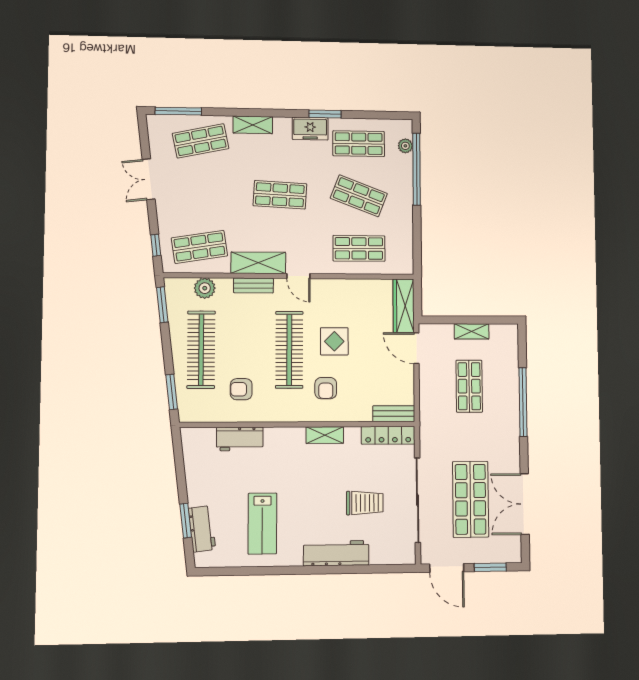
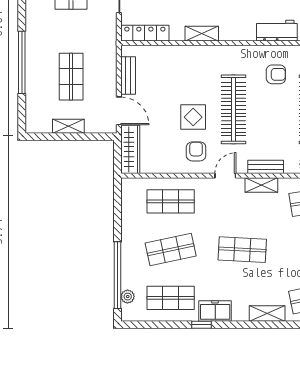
window: (325, 114) -> (201, 325), width x0.67
shop shelf: (359, 196) -> (171, 250), turned -33
shelving: (258, 263) -> (261, 185), width x0.67, depth x0.75
door: (298, 276) -> (225, 176), hinge flipped
armchair: (326, 388) -> (196, 151), moved
bench: (394, 414) -> (128, 76), moved, turned 90

